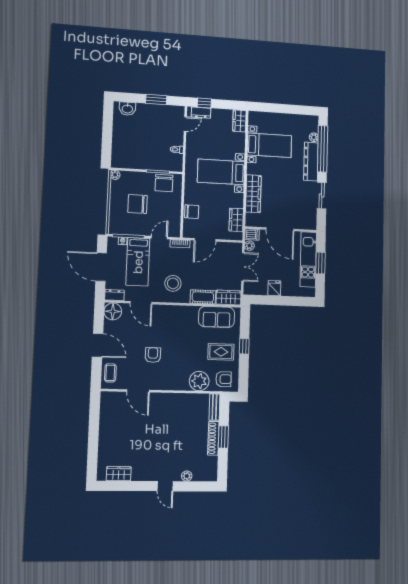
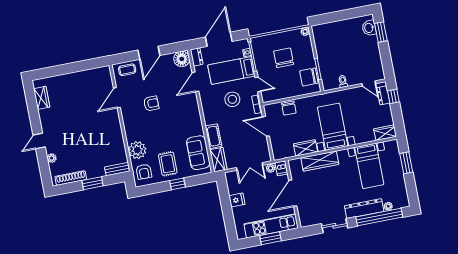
window: (156, 99) -> (381, 32), moved
window: (274, 108) -> (406, 163), added
wardrobe: (236, 220) -> (306, 148), moved
stool: (173, 283) -> (232, 99), moved
shoe rack: (213, 438) -> (71, 178), moved

